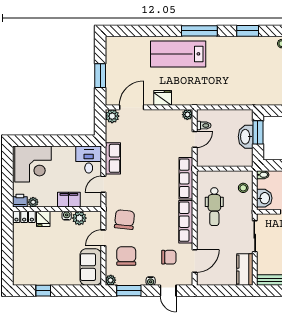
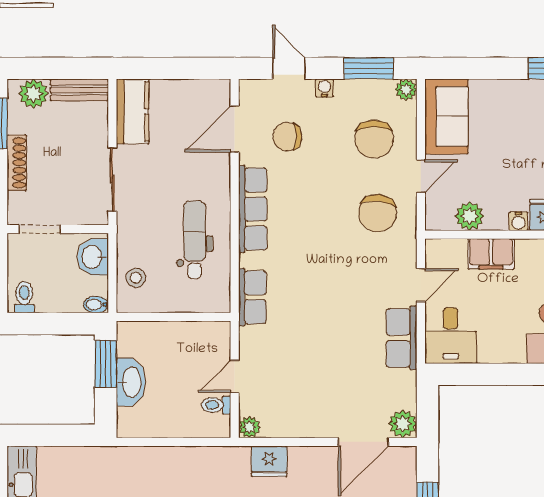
fridge: (163, 98) -> (269, 461), moved
window: (258, 132) -> (106, 364), moved
row of seats: (186, 178) -> (252, 297), width x0.68
water cooler: (67, 216) -> (519, 221), moved

